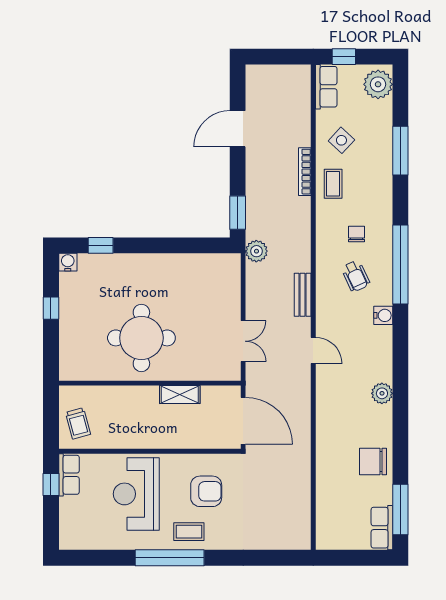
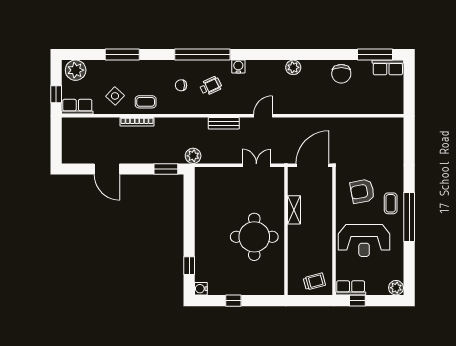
armchair: (206, 491) -> (362, 191), turned -101
plant: (69, 539) -> (396, 288), added

